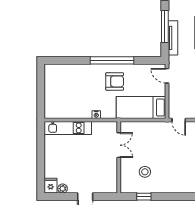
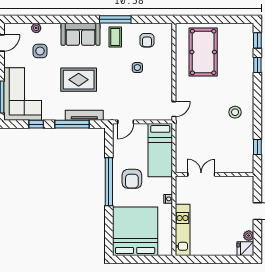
armchair: (115, 81) -> (132, 179), turned 180
bed: (67, 84) -> (135, 231), added
stool: (145, 172) -> (235, 112), moved

